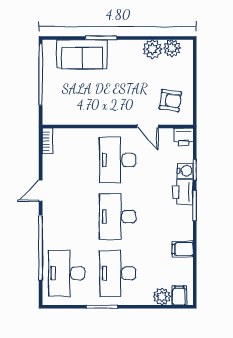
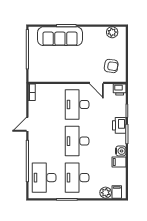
plant: (152, 49) -> (100, 33), removed
sofa: (82, 54) -> (60, 36), width x1.36
water cooler: (185, 171) -> (121, 151), moved

